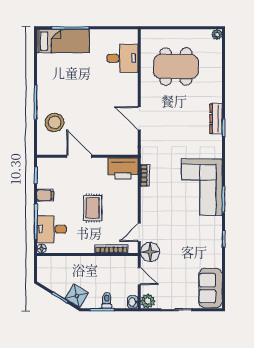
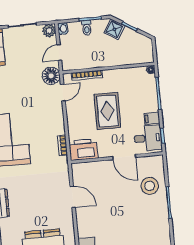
rug: (93, 208) -> (107, 111), width x1.36, depth x1.43
desk: (52, 229) -> (148, 138), moved
door: (139, 276) -> (59, 53), hinge flipped

